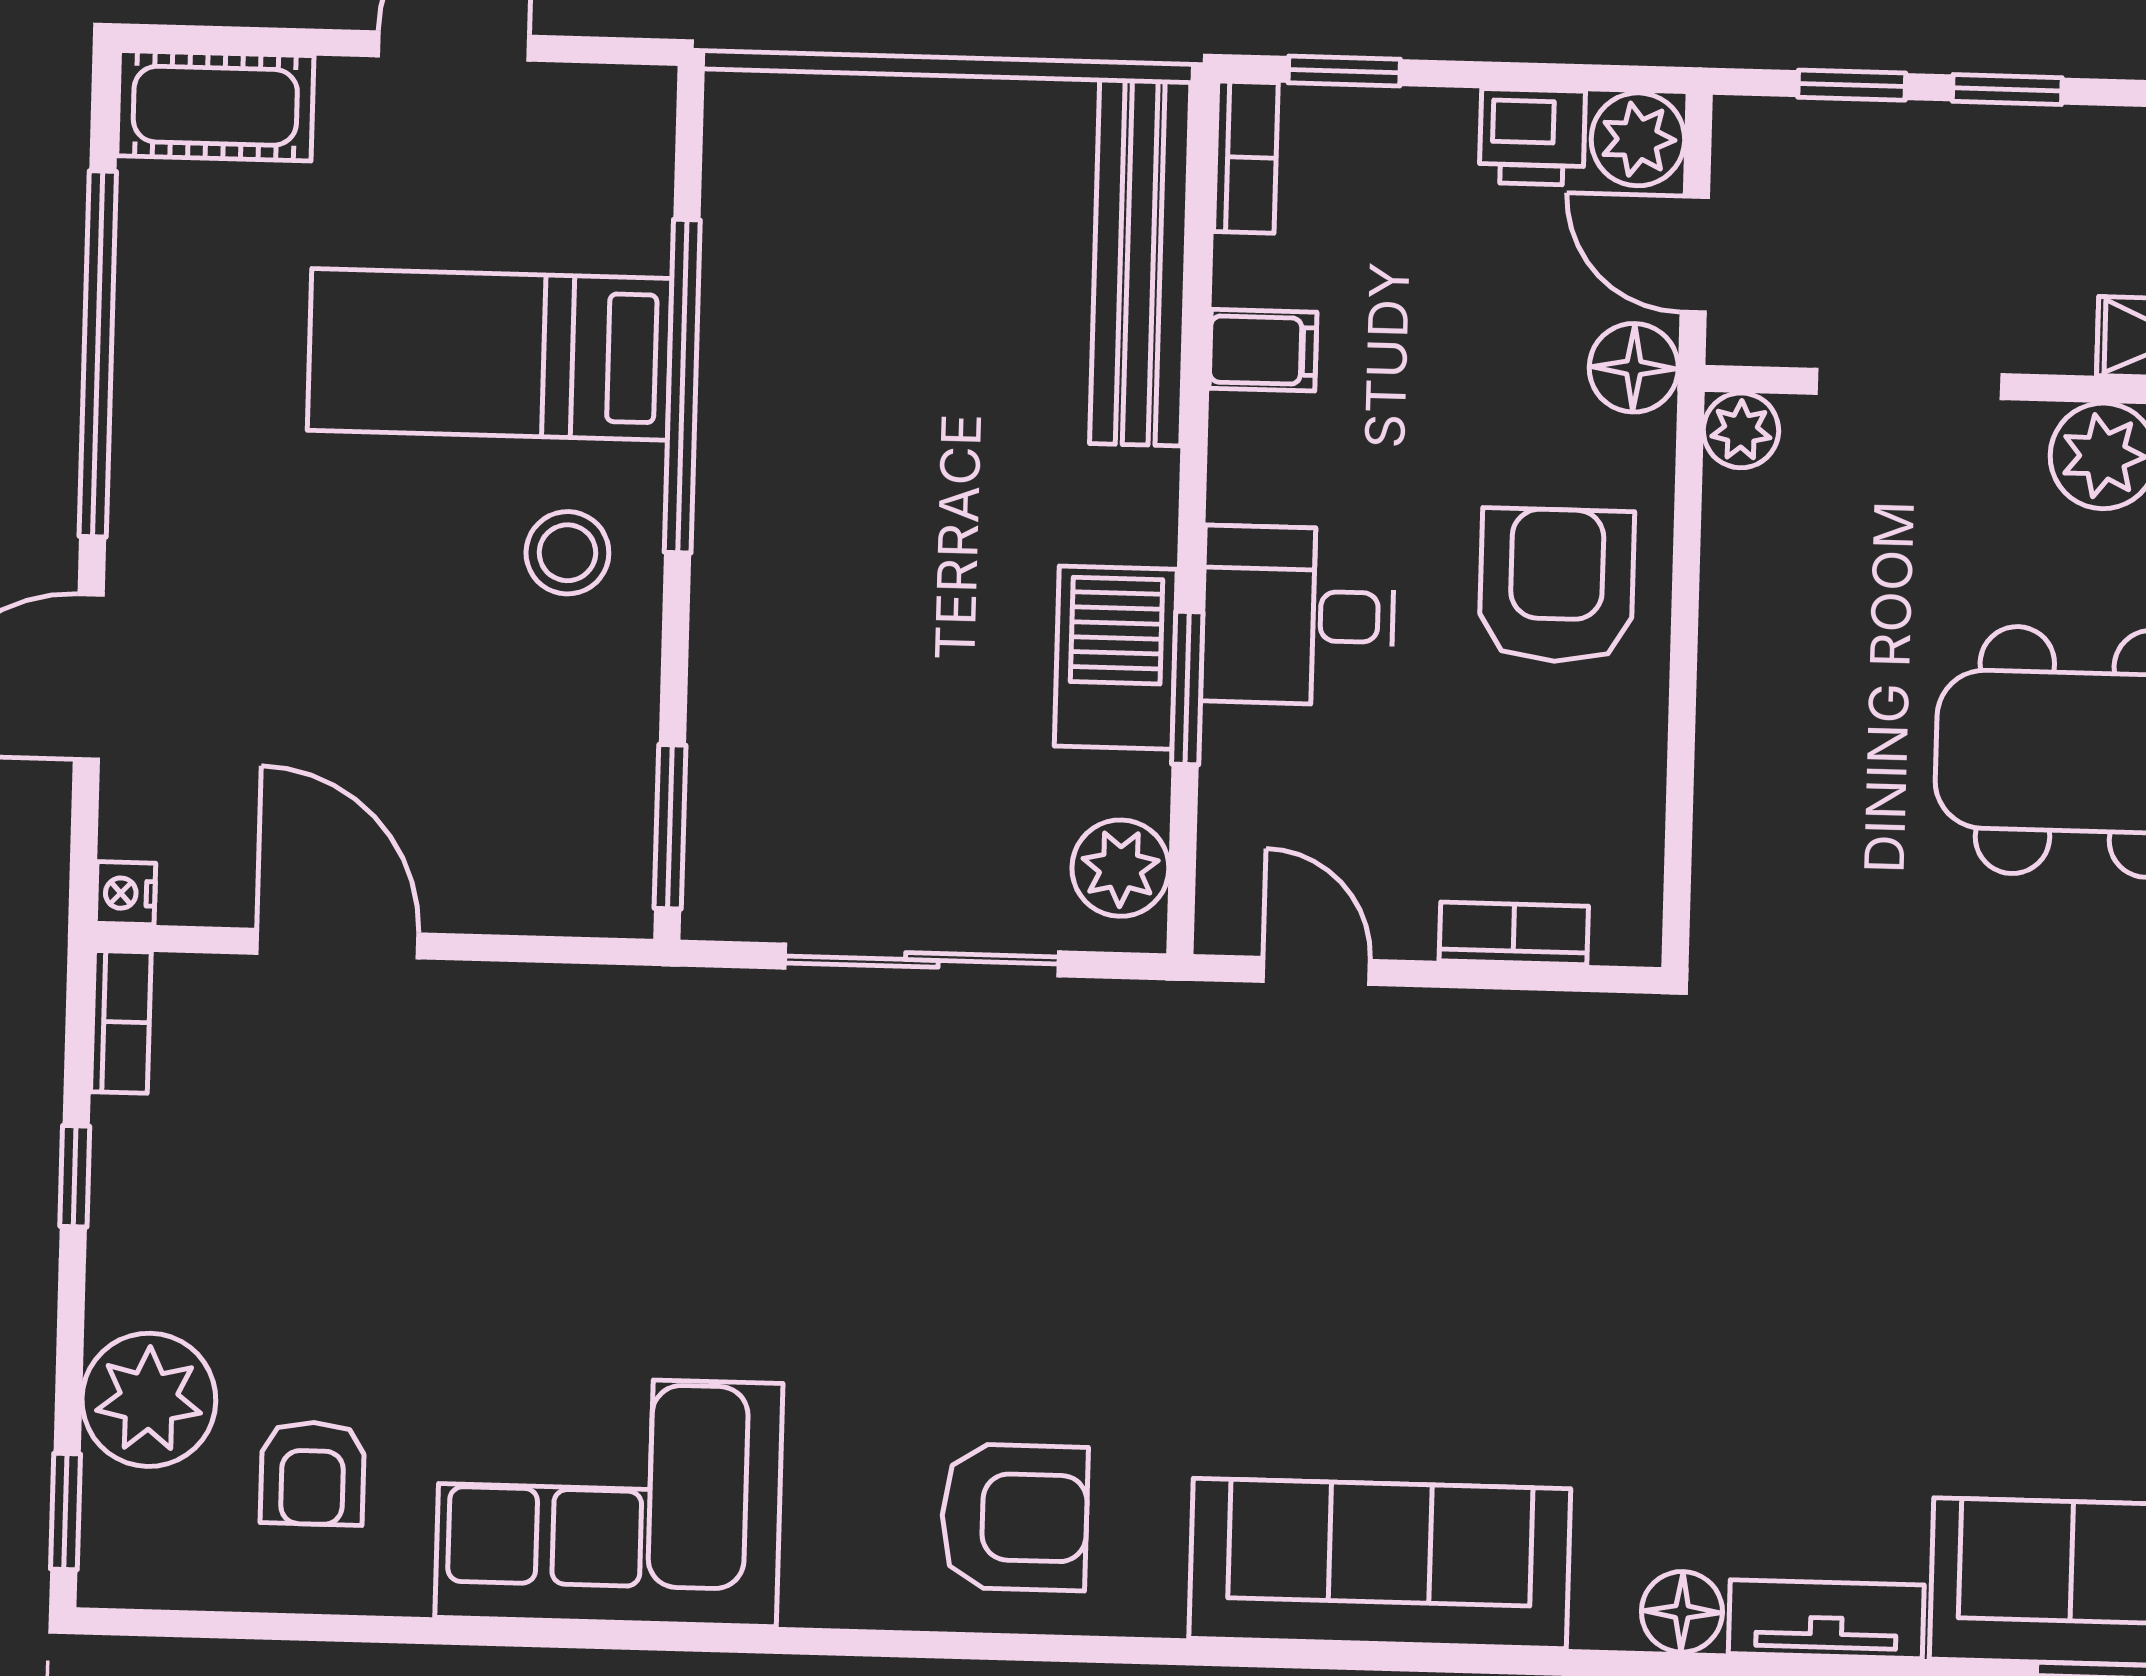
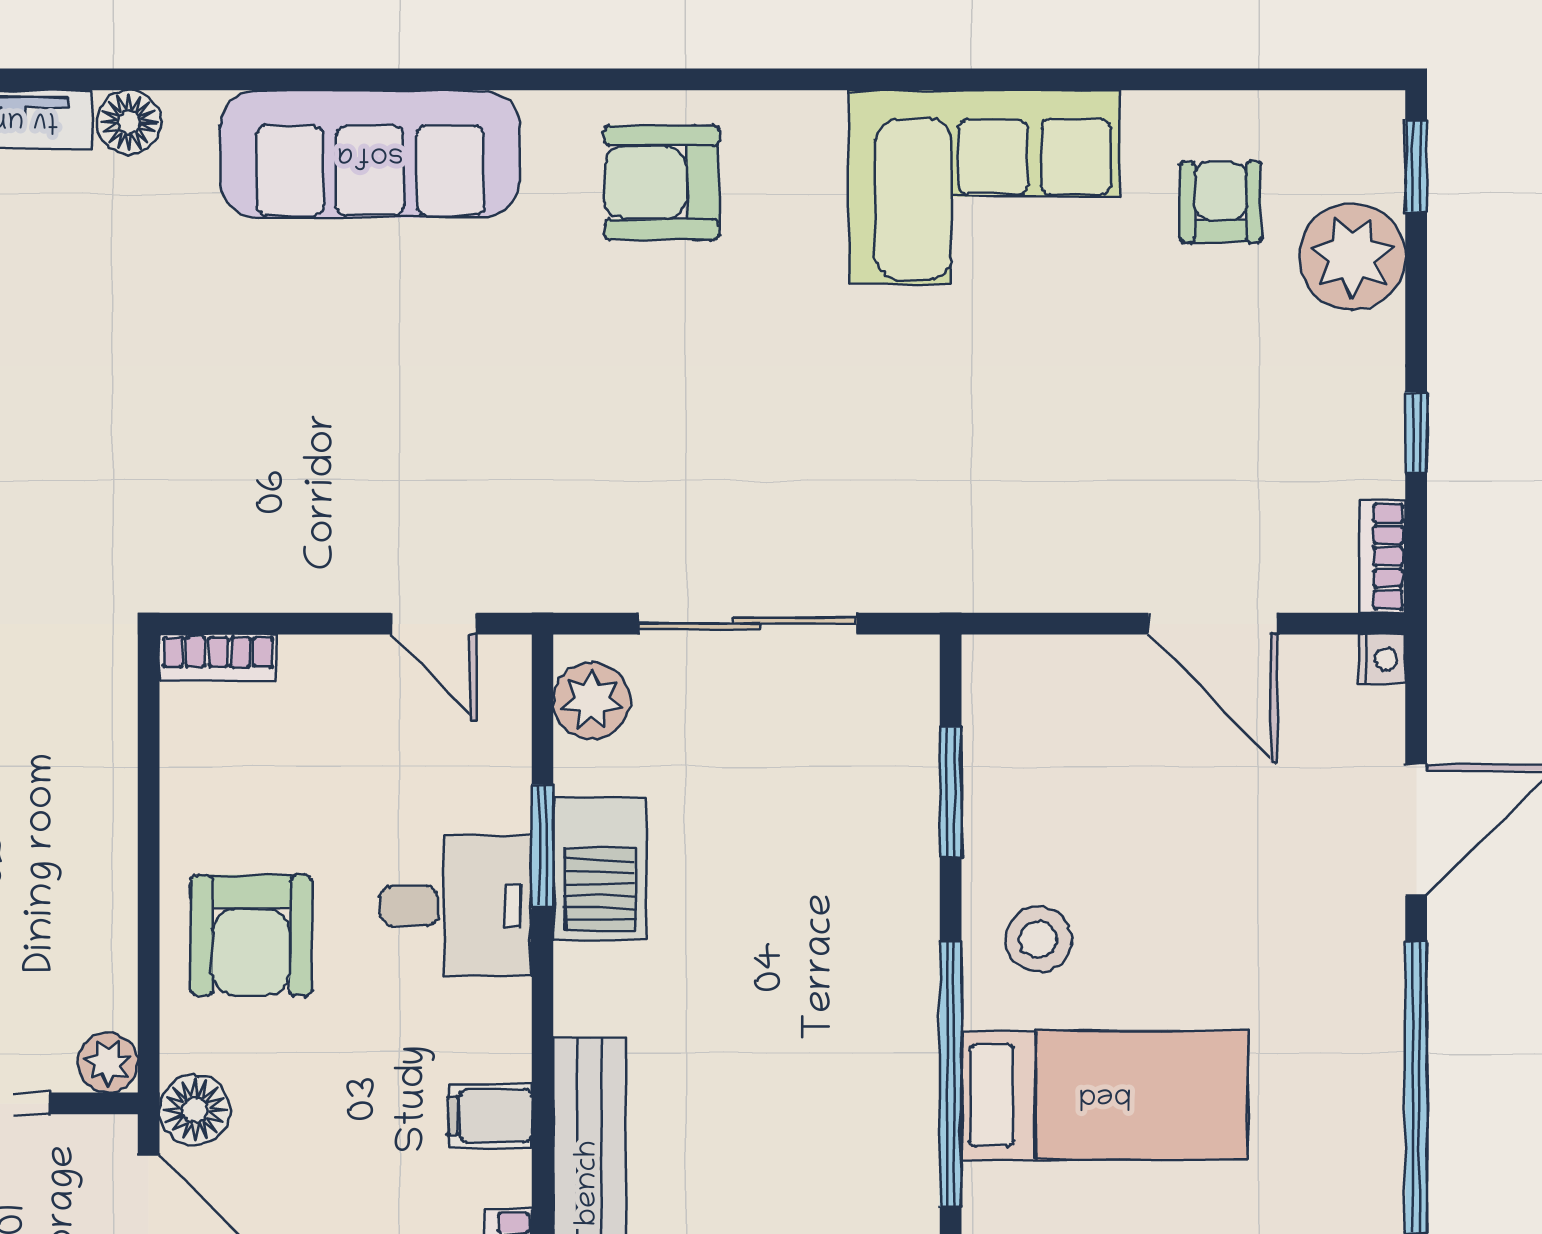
window: (670, 827) -> (951, 792), moved
bookcase: (1514, 933) -> (218, 658), moved

